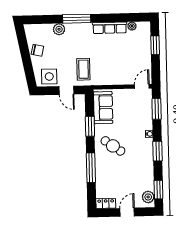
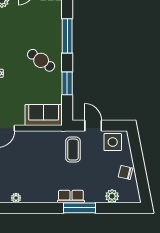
row of seats: (110, 28) -> (71, 197), moved, width x0.68
plant: (59, 29) -> (112, 196), moved
sofa: (103, 108) -> (44, 115), moved, turned 90

